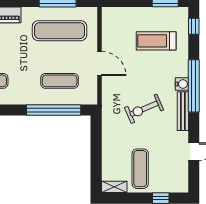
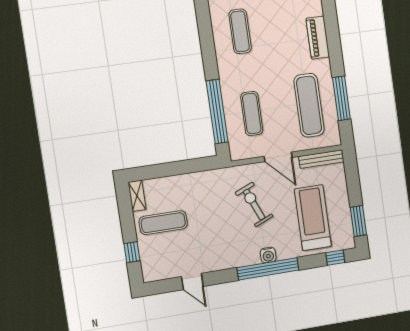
treadmill: (156, 41) -> (313, 218), width x1.37, depth x1.38
door: (100, 64) -> (278, 157), hinge flipped
exercise bike: (144, 109) -> (254, 205), moved
bench: (183, 111) -> (321, 159), moved

